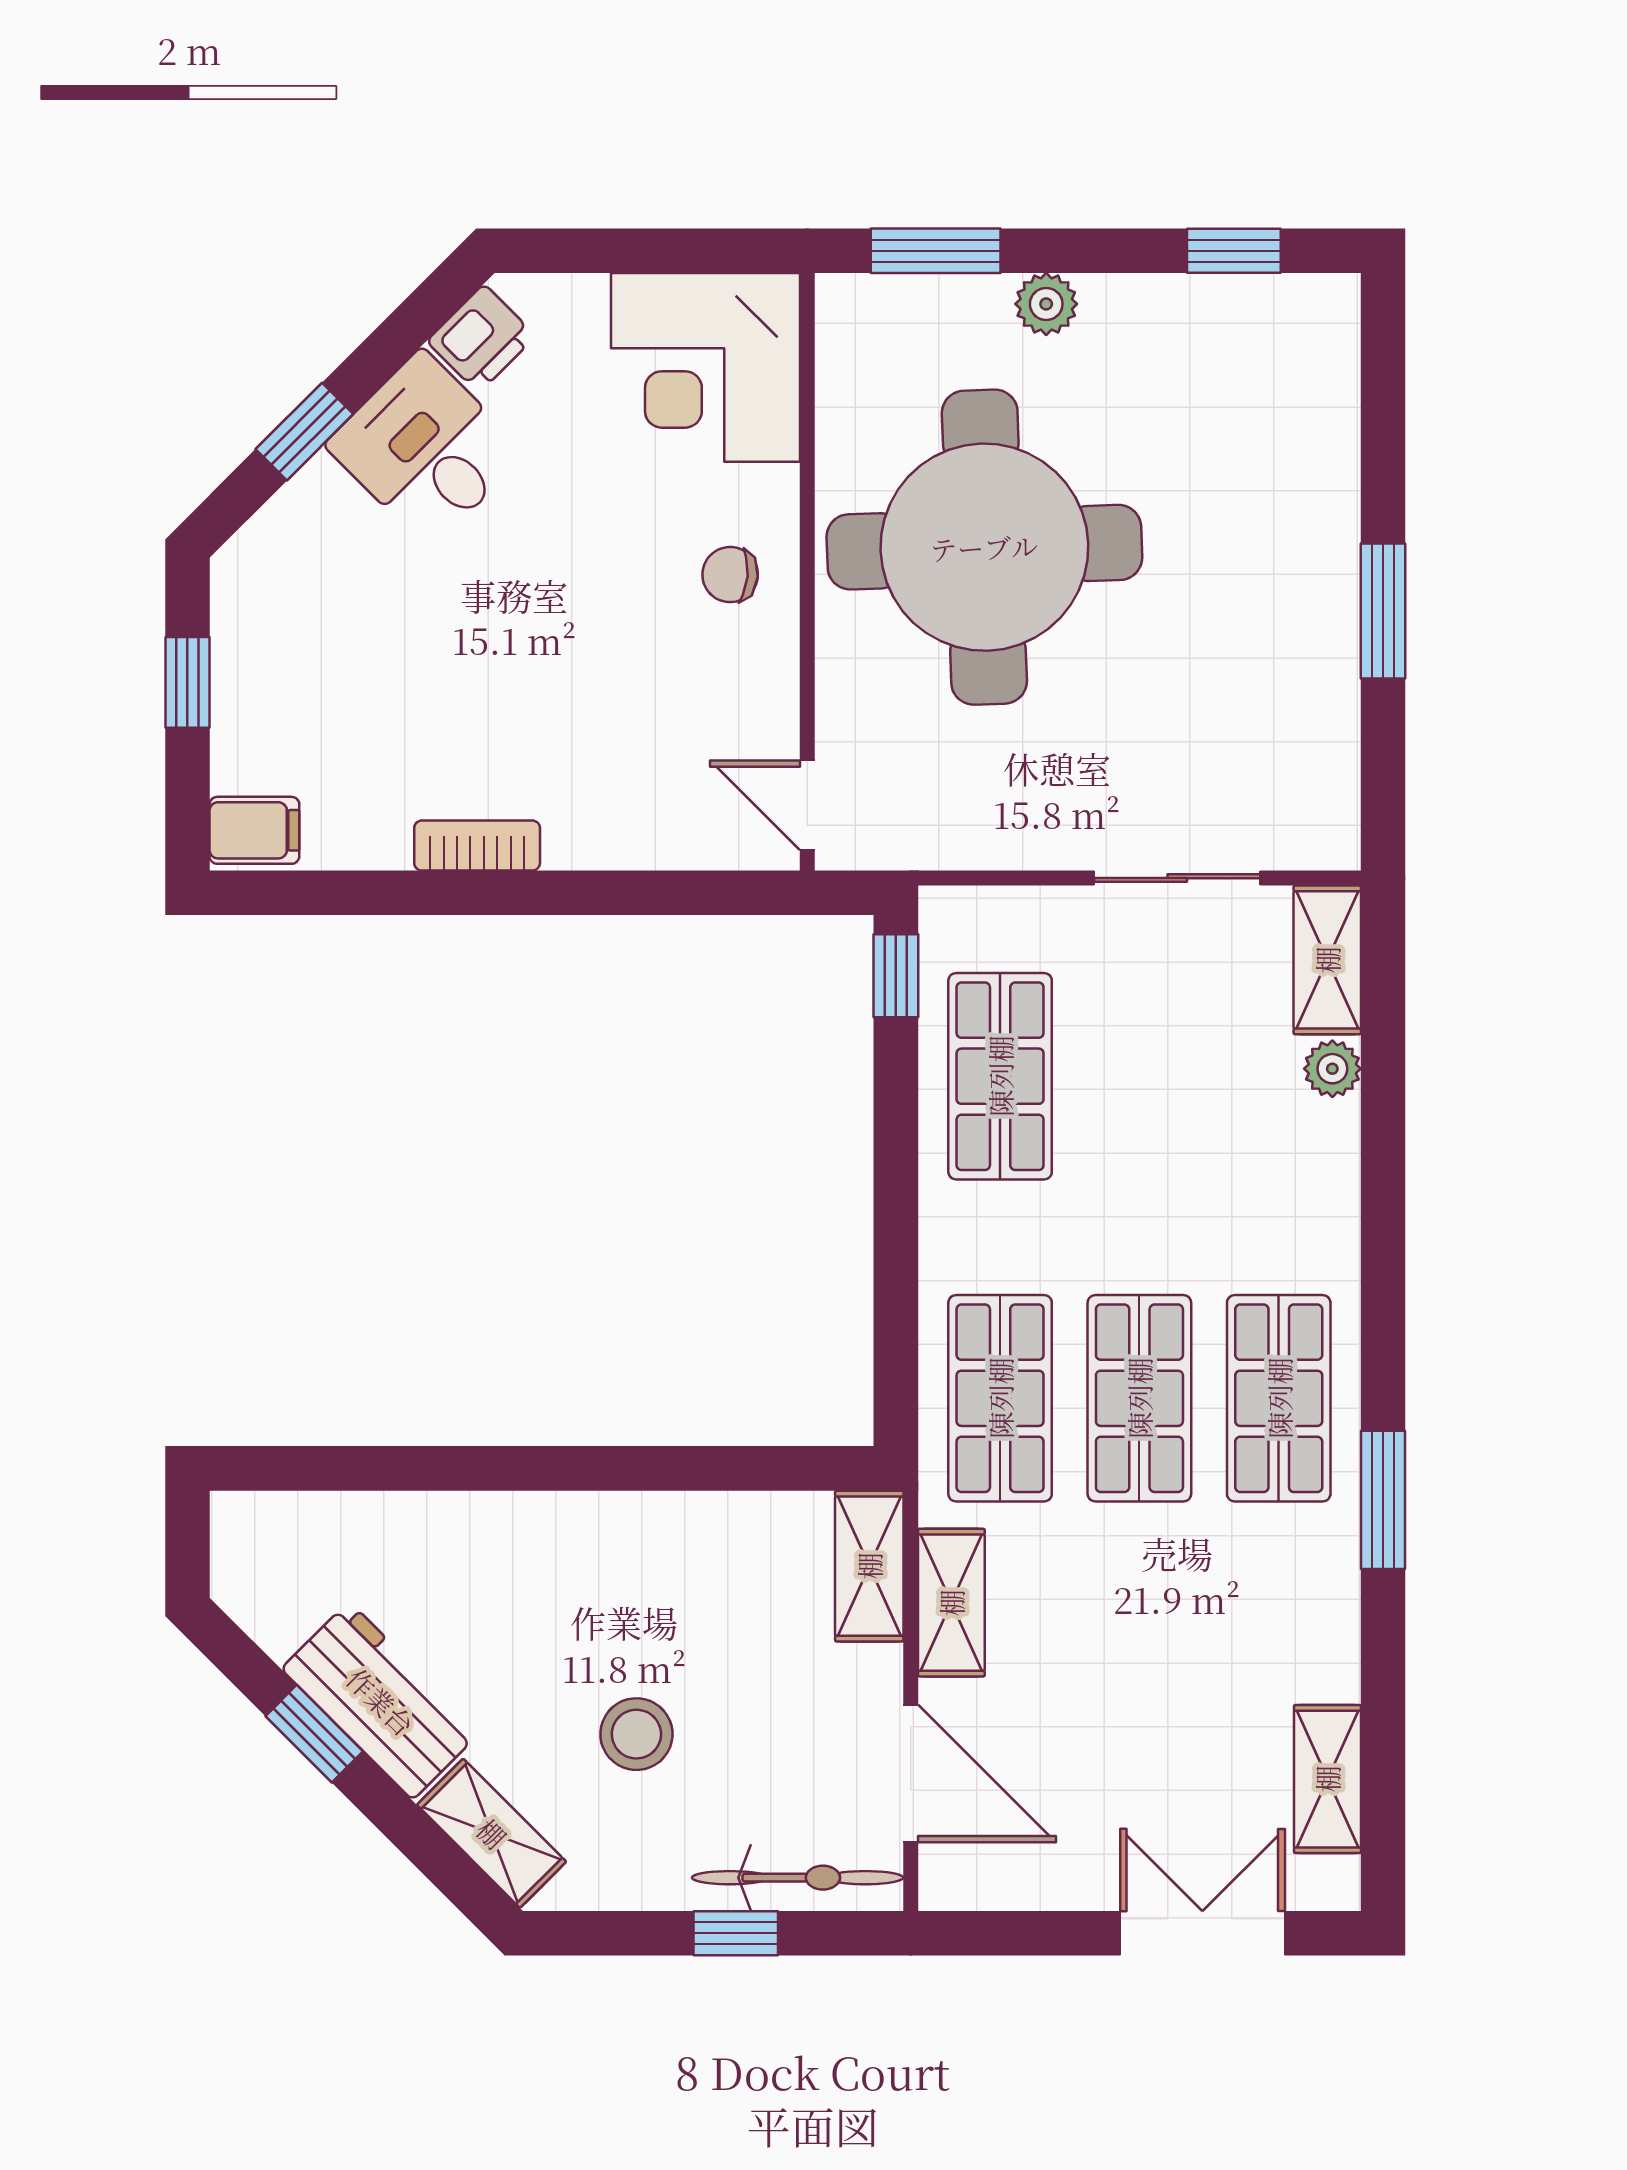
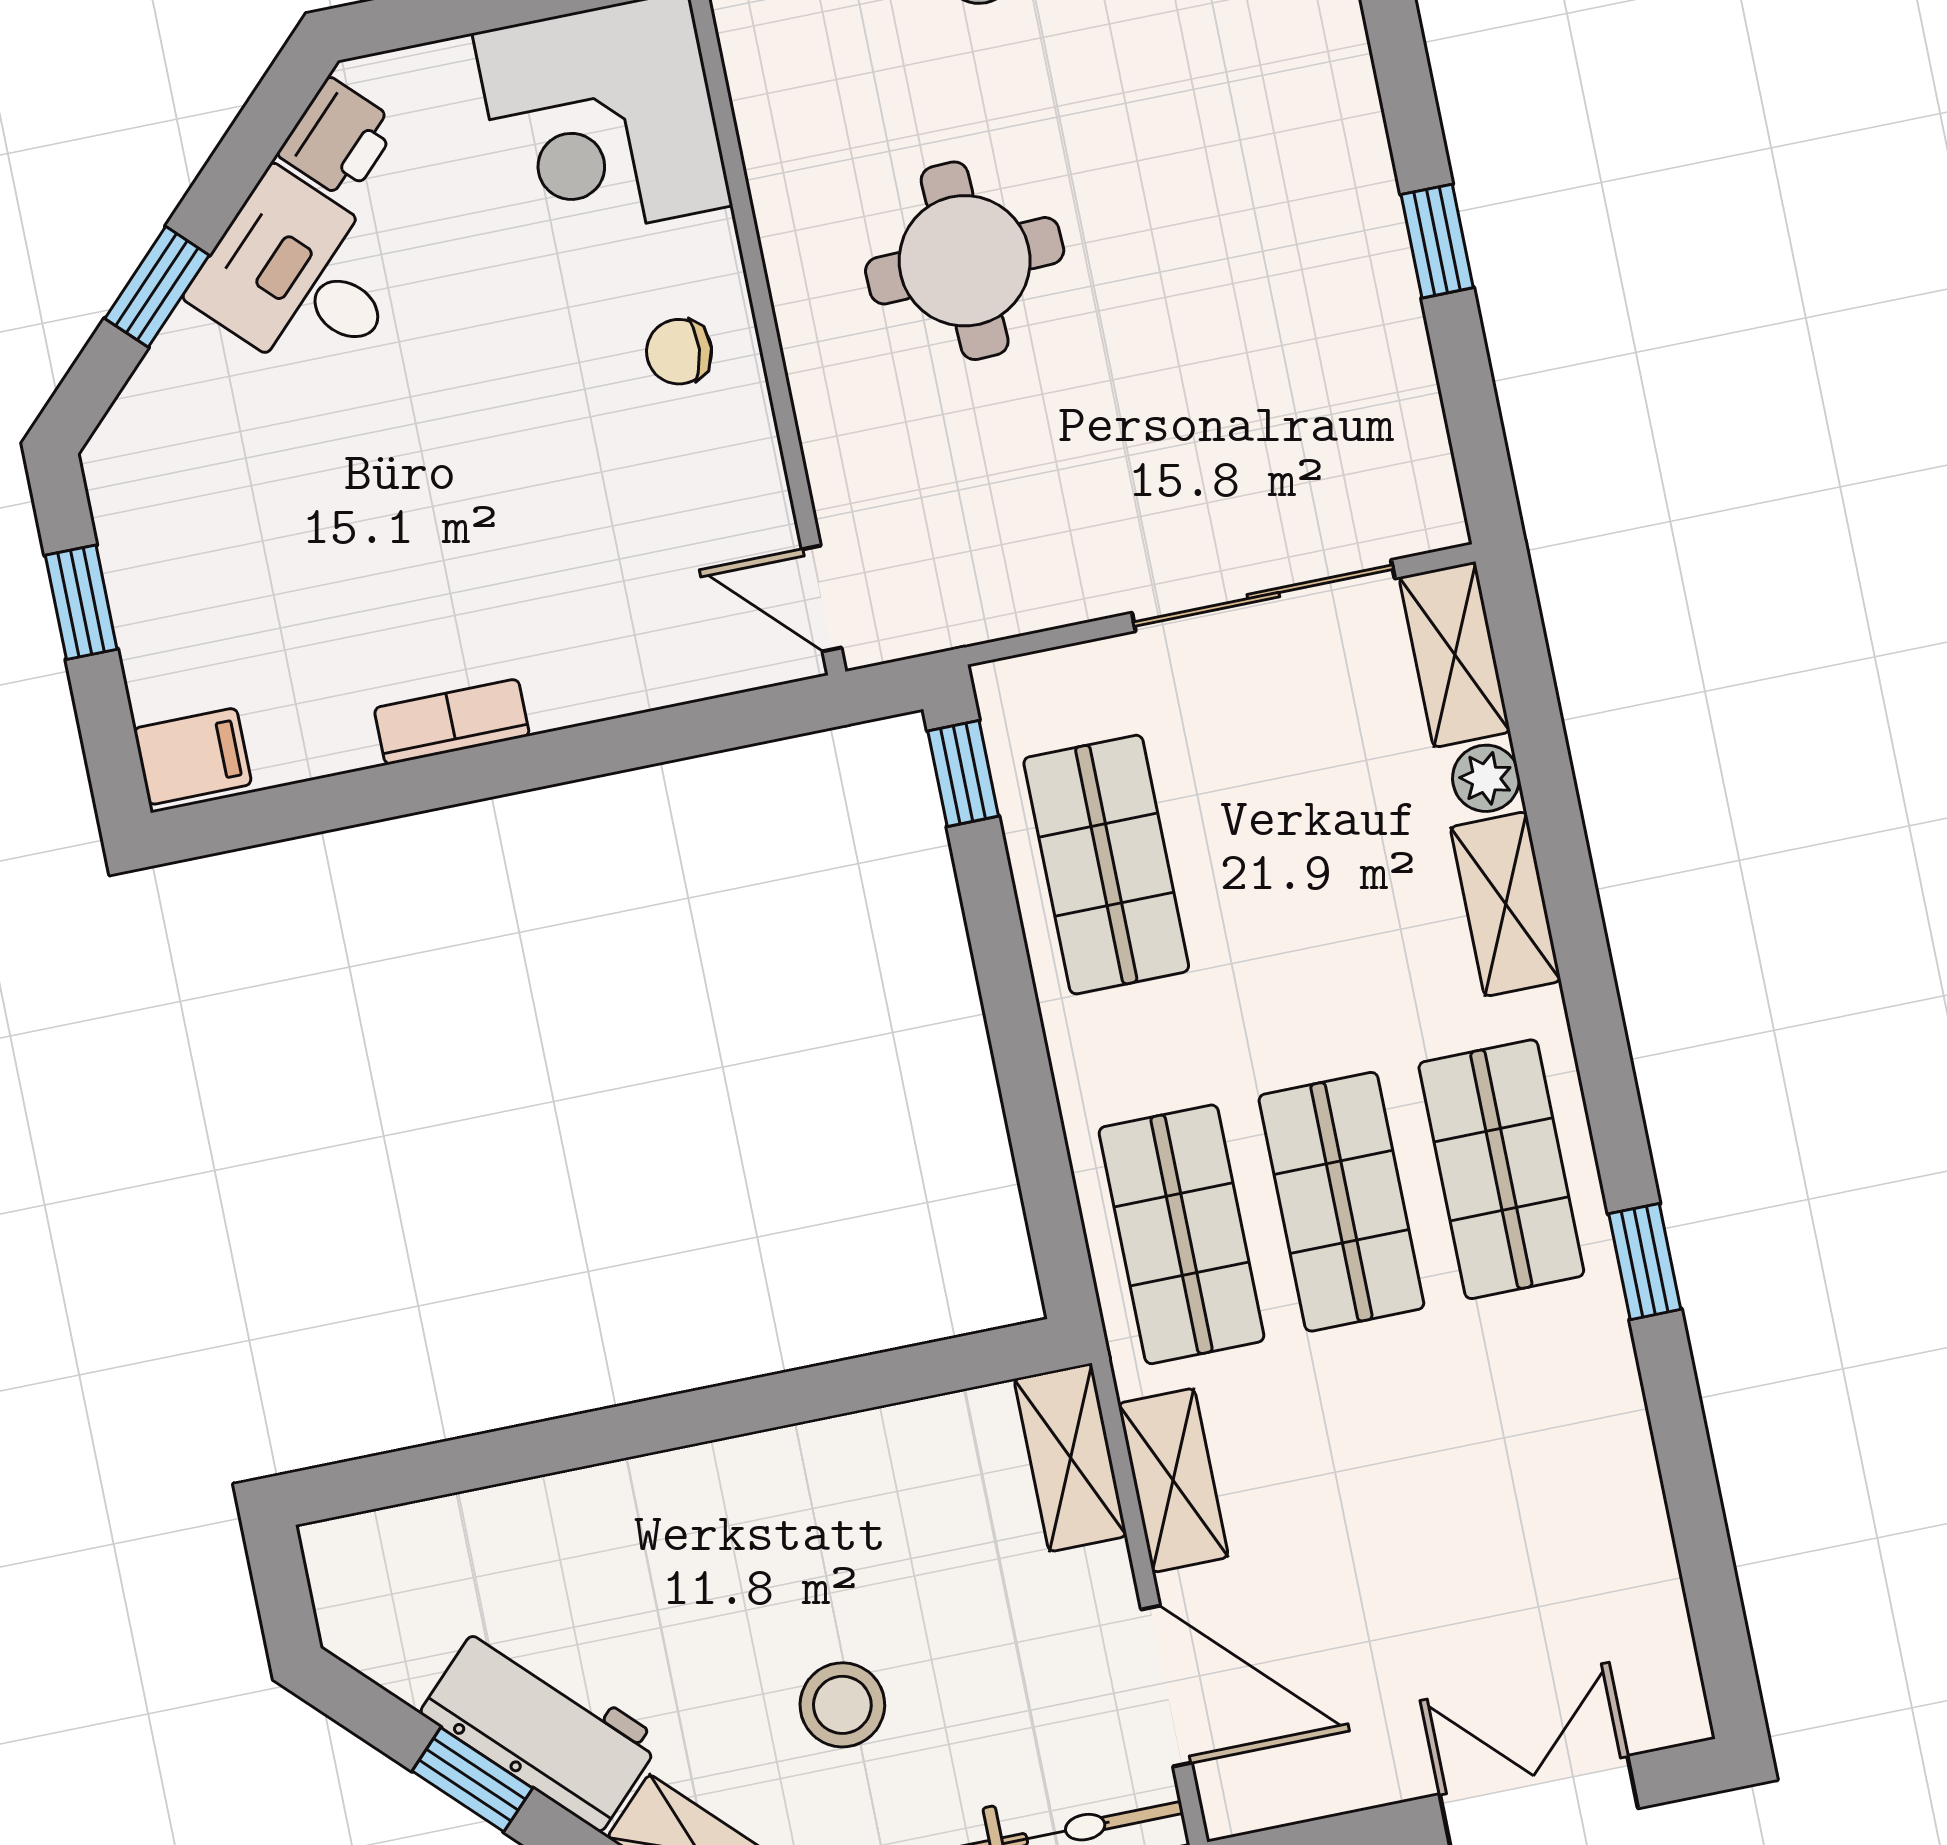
round table: (984, 547) -> (965, 261), width x0.54, depth x0.54
window: (1383, 611) -> (1437, 241), width x0.67
sliding door: (1177, 878) -> (1263, 596), width x1.37
window: (1383, 1500) -> (1645, 1262), width x0.67
shelving: (1327, 1779) -> (1506, 904), moved

